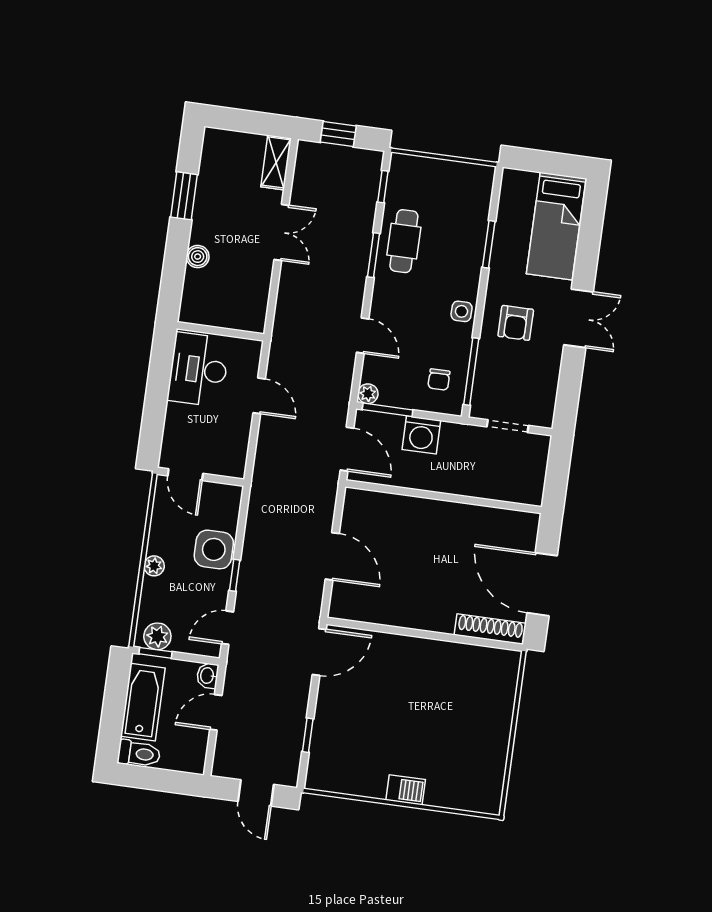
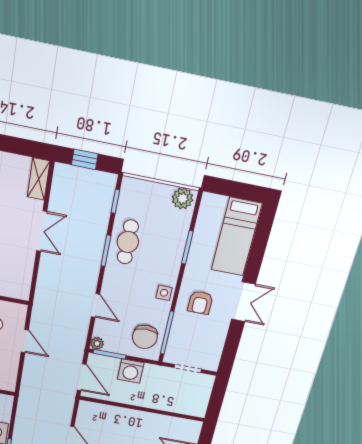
plant: (475, 178) -> (183, 198), added
chair: (439, 380) -> (145, 337), width x1.87, depth x1.87

